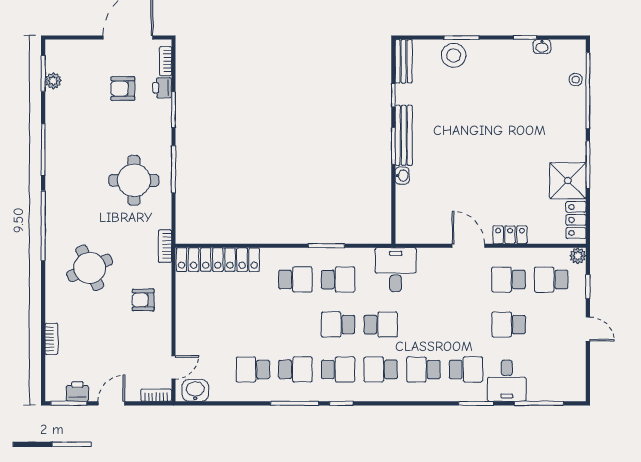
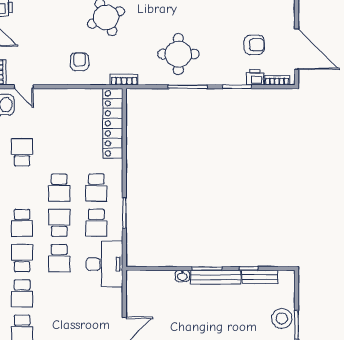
bench: (404, 61) -> (260, 277), moved
armchair: (123, 89) -> (254, 45), turned 90
desk: (396, 270) -> (105, 264), width x1.37
school desk: (295, 369) -> (59, 188), moved
school desk: (423, 369) -> (22, 293), turned 180

